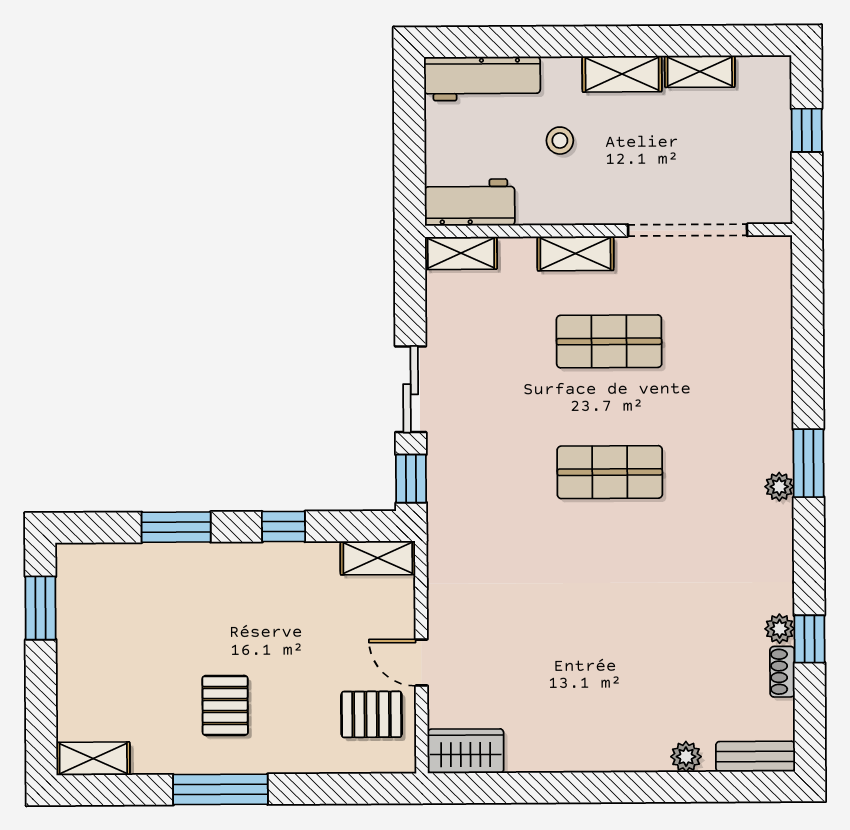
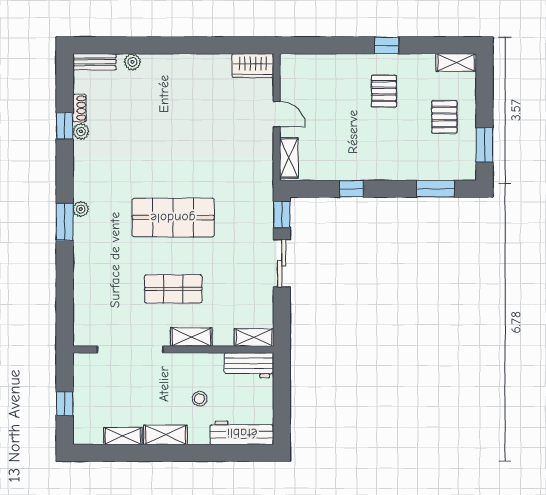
shop shelf: (610, 472) -> (173, 218), width x1.43, depth x1.36
window: (176, 527) -> (435, 189), moved
shelving: (378, 558) -> (289, 158), moved, turned 90
pallet: (372, 714) -> (444, 117), moved, turned 90
window: (220, 789) -> (387, 45), width x0.46

